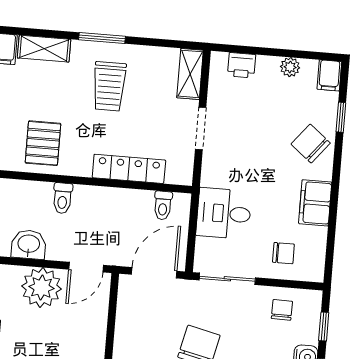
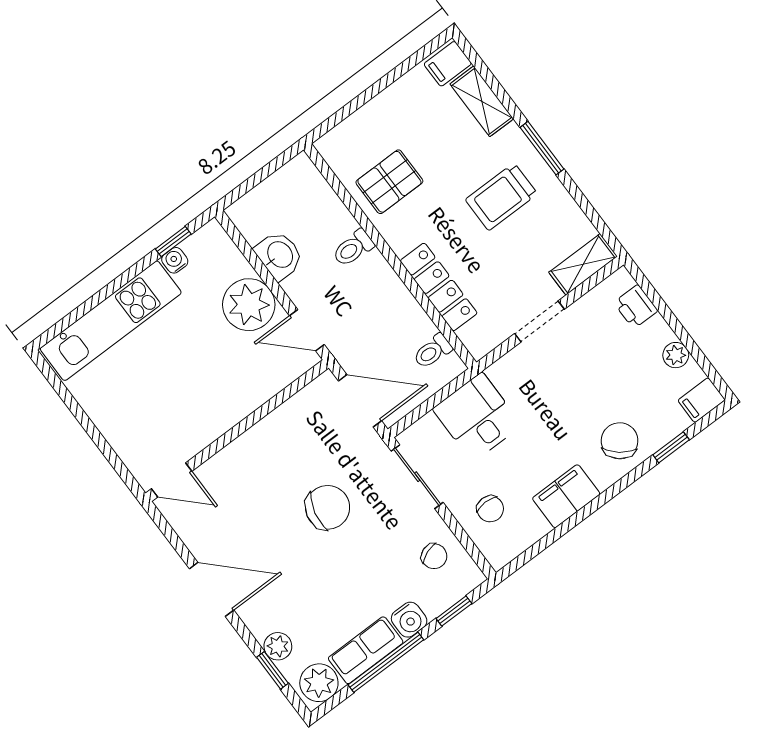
chair: (282, 310) -> (434, 556), turned 68

